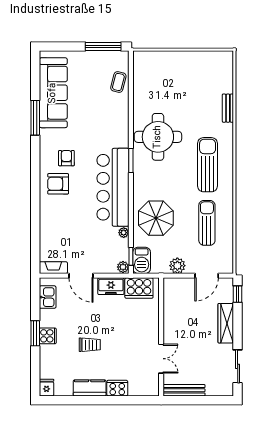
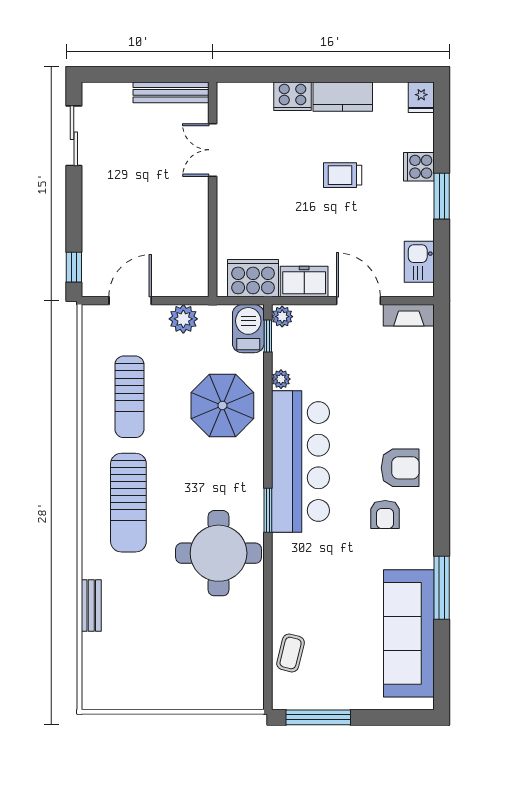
wardrobe: (226, 323) -> (95, 214), removed
cooker: (48, 336) -> (419, 167), moved

